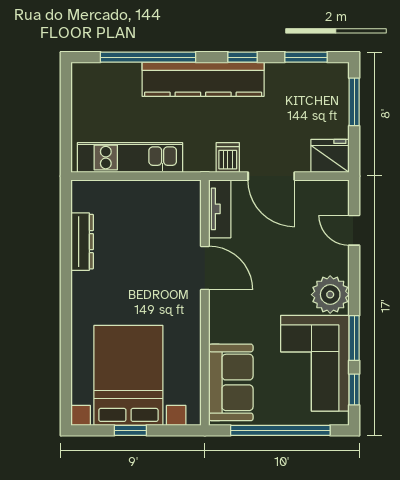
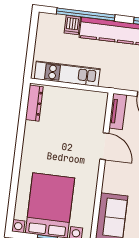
dishwasher: (228, 157) -> (72, 25), moved, turned 180
dresser: (82, 242) -> (34, 103), moved

